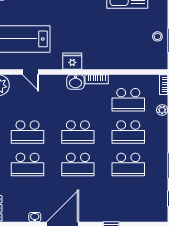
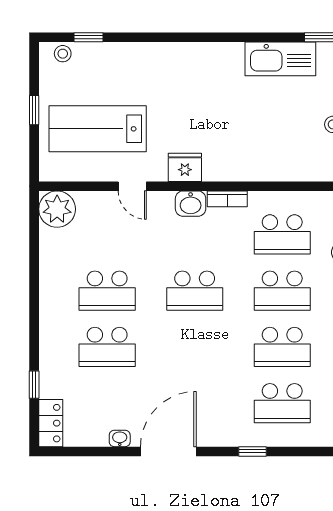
door: (31, 72) -> (132, 186), moved
school desk: (78, 164) -> (282, 403), moved

